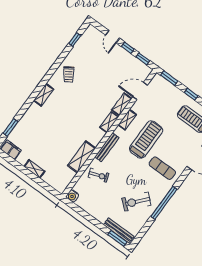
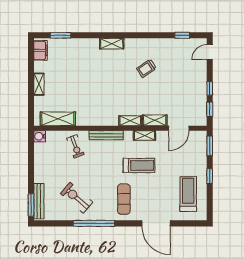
door: (112, 37) -> (210, 52), moved
trolley: (69, 74) -> (146, 68), moved
door: (140, 91) -> (179, 128), swing flipped
treadmill: (146, 140) -> (139, 165), width x0.73, depth x0.73
shelving: (82, 157) -> (58, 119), moved

